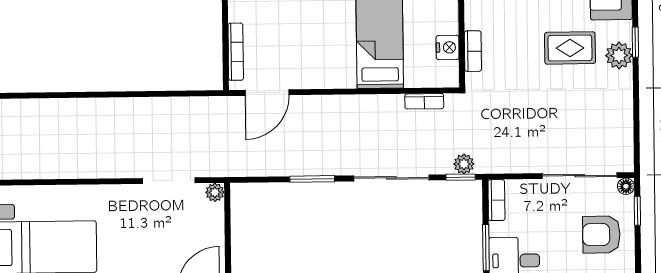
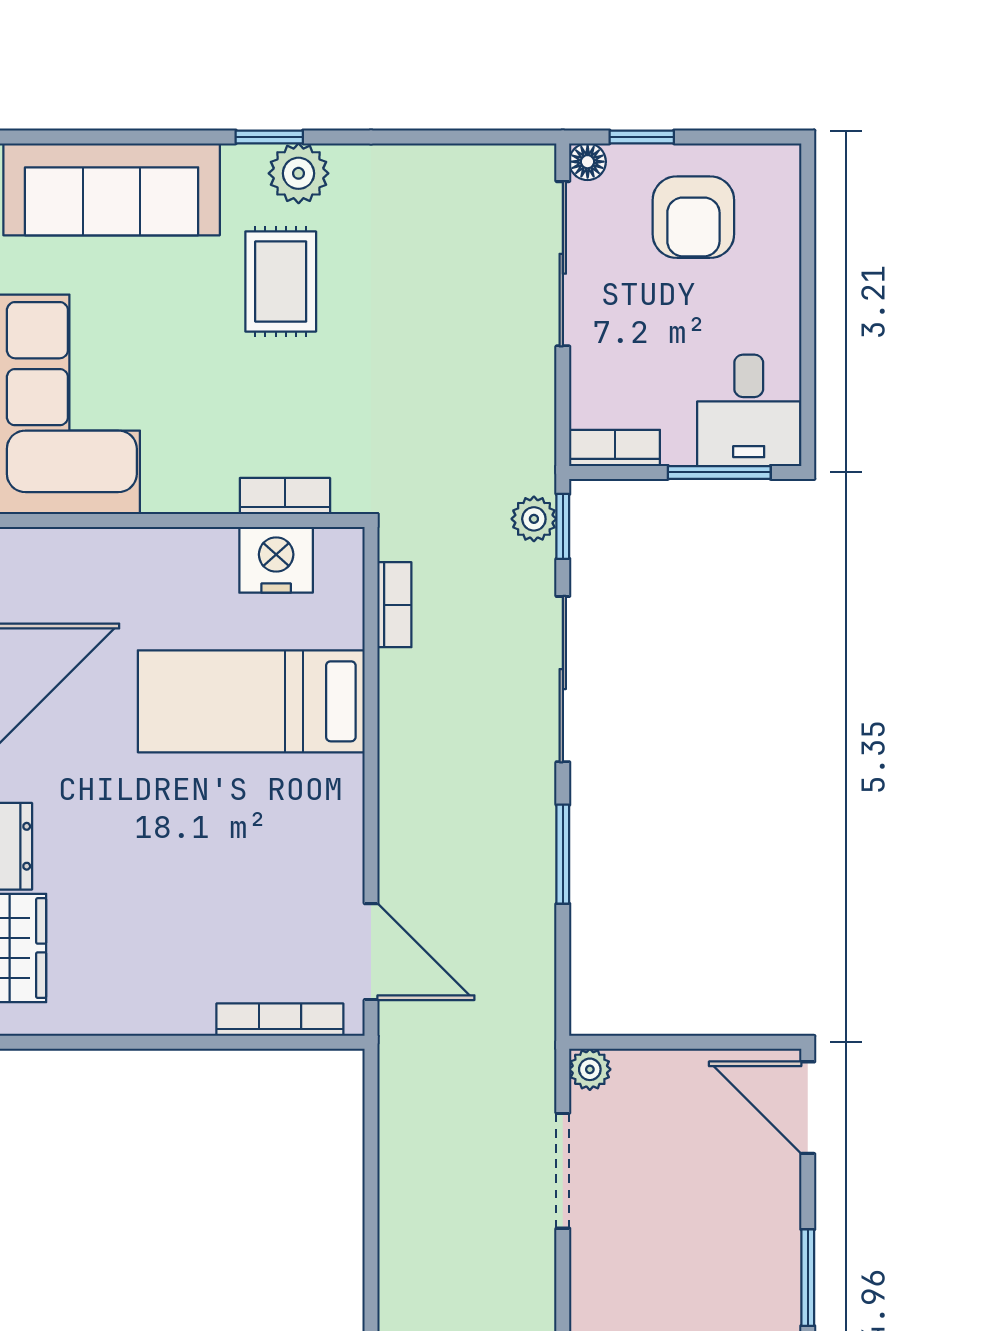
nightstand: (448, 47) -> (276, 560), width x1.36, depth x1.33

